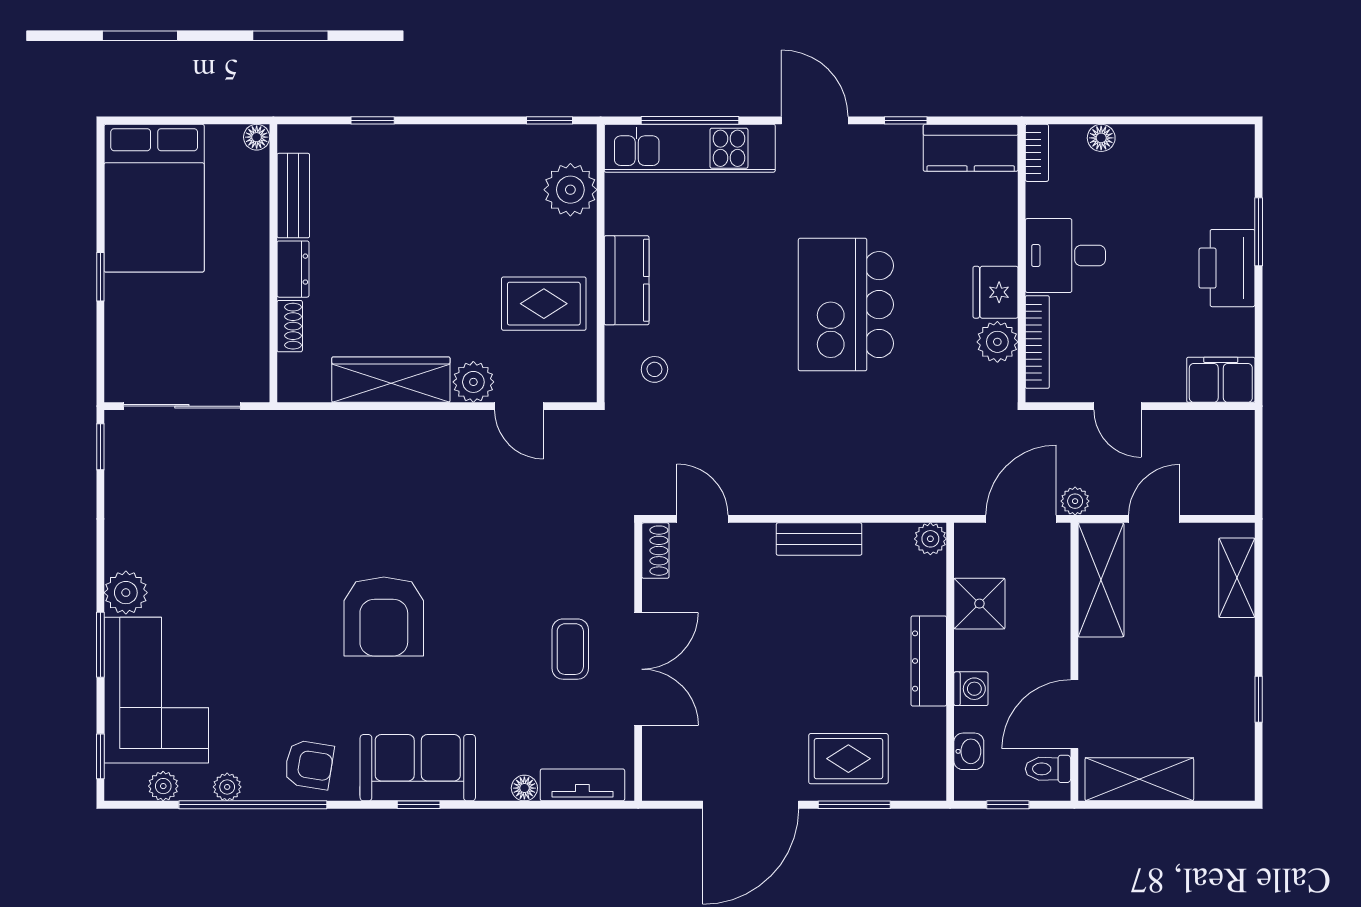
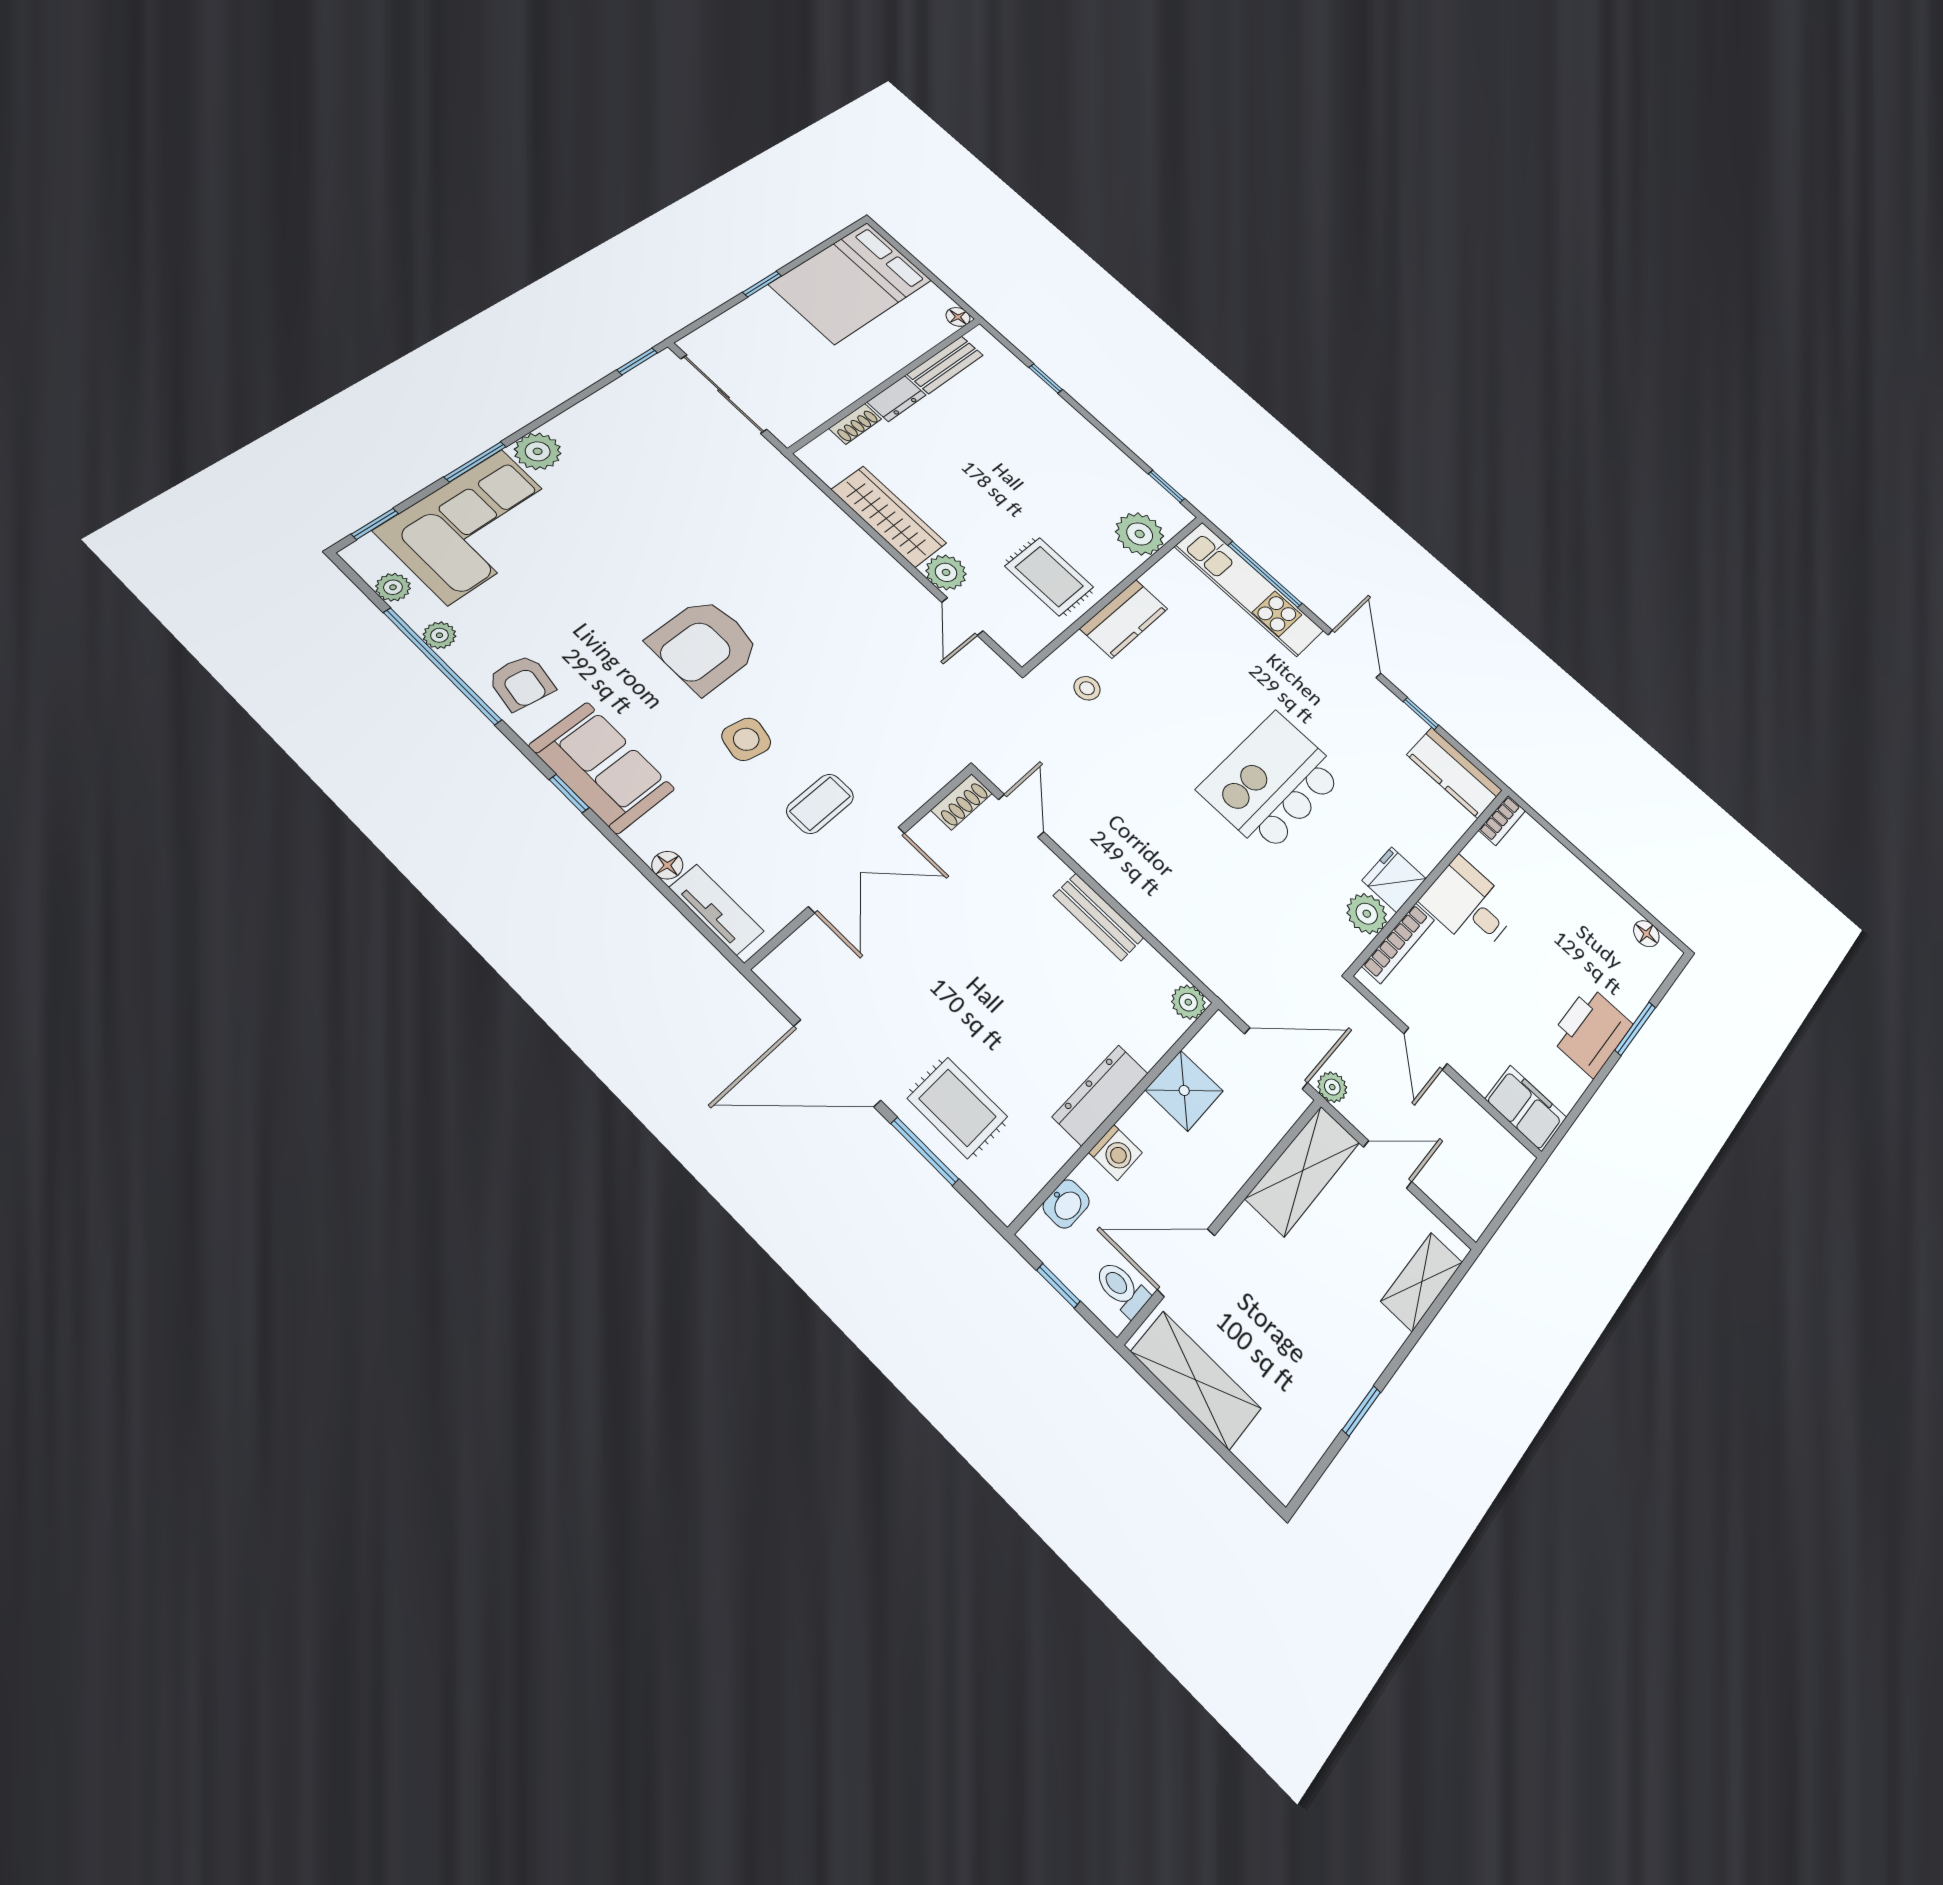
floor lamp: (1101, 138) -> (1646, 934), moved
side table: (480, 654) -> (746, 739), added

